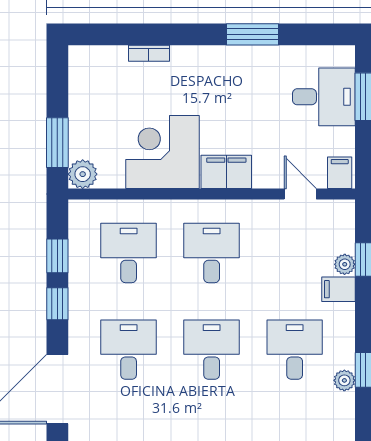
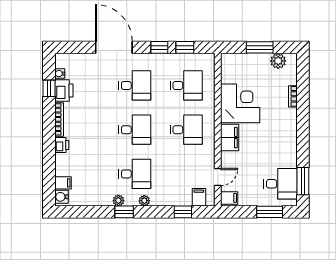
window: (252, 34) -> (303, 181), moved
desk: (324, 97) -> (281, 184), moved, turned -90
window: (57, 143) -> (260, 47), moved
plant: (83, 174) -> (278, 61), moved
plant: (345, 264) -> (144, 201), moved
filing cabinet: (338, 289) -> (199, 197), moved

